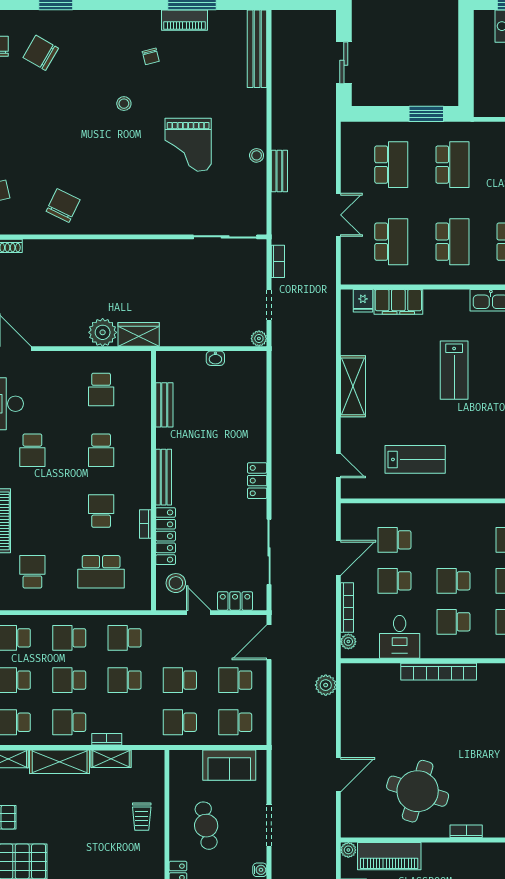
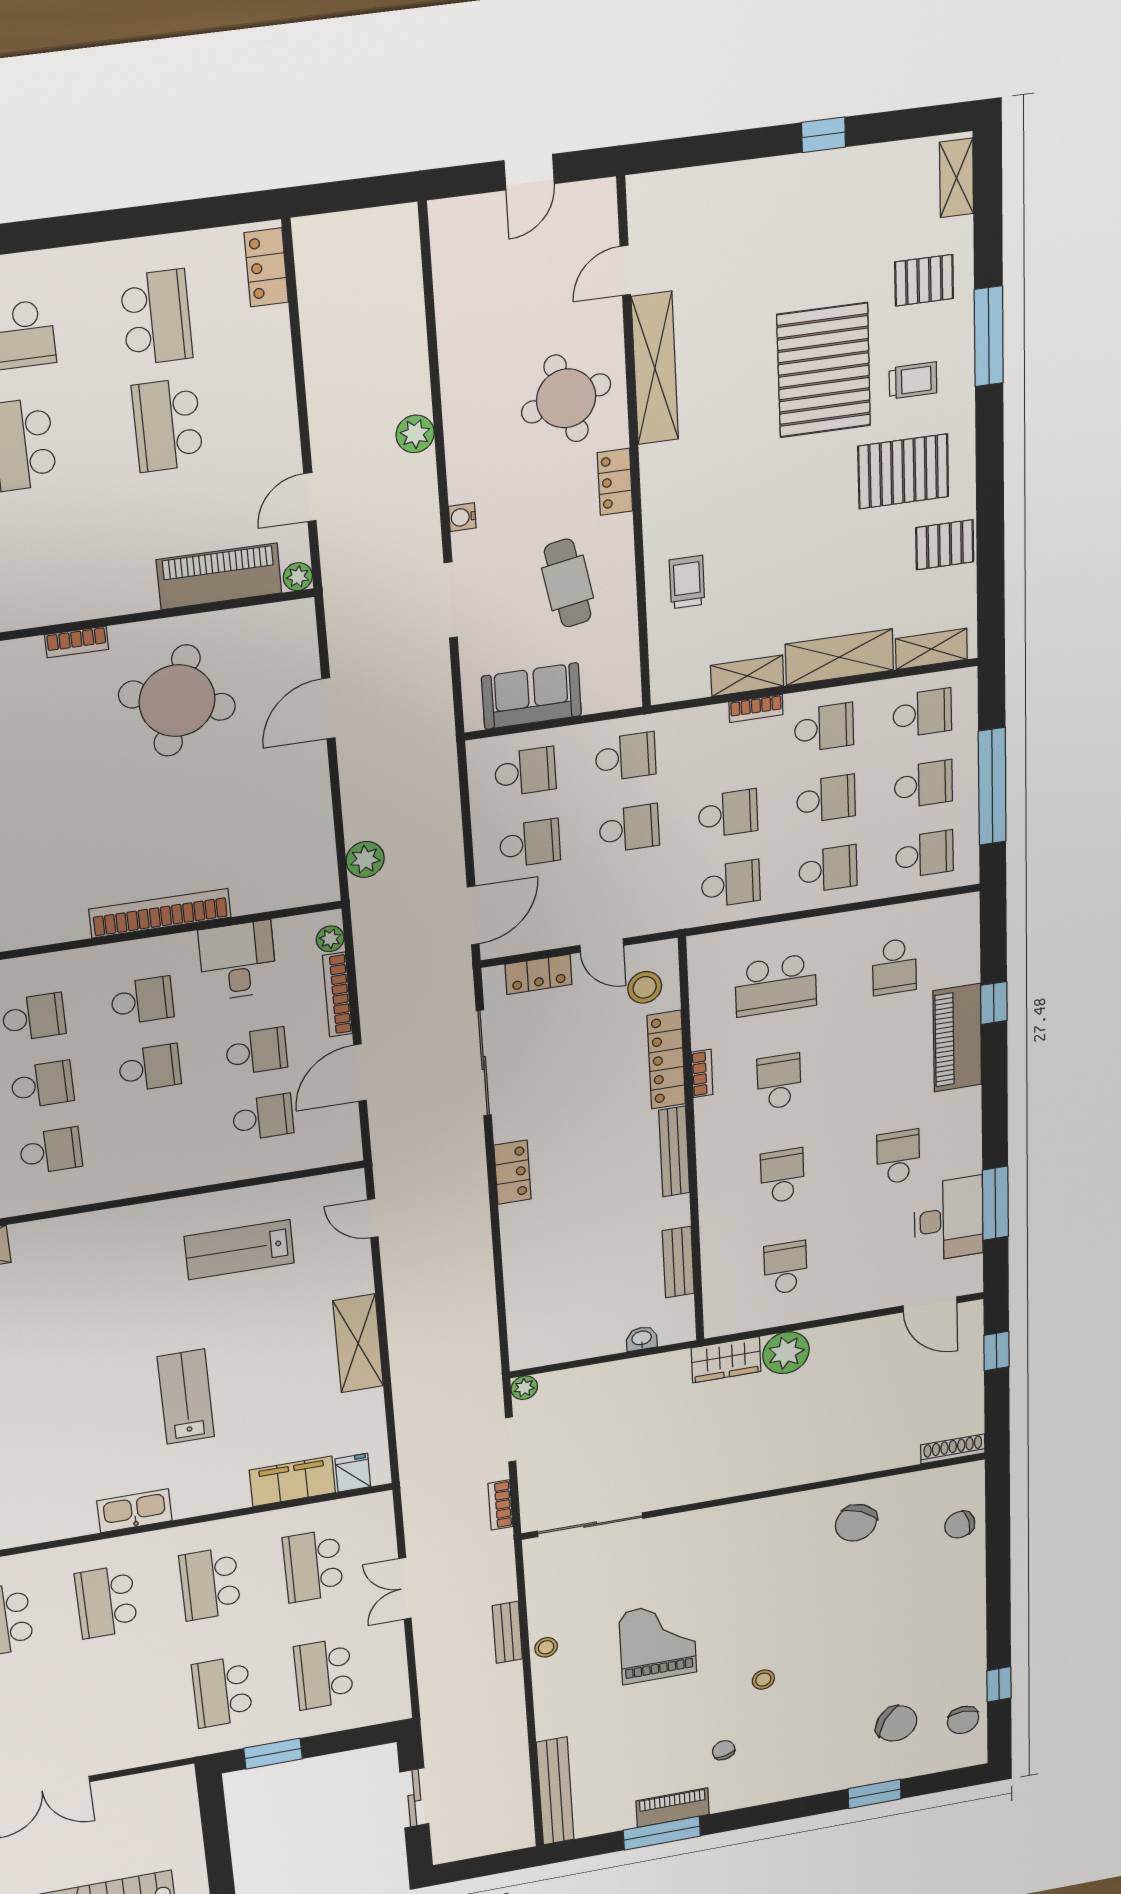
washbasin: (215, 358) -> (642, 1339), moved
school desk: (101, 511) -> (779, 1082), turned 180
school desk: (101, 572) -> (776, 985), turned 180

